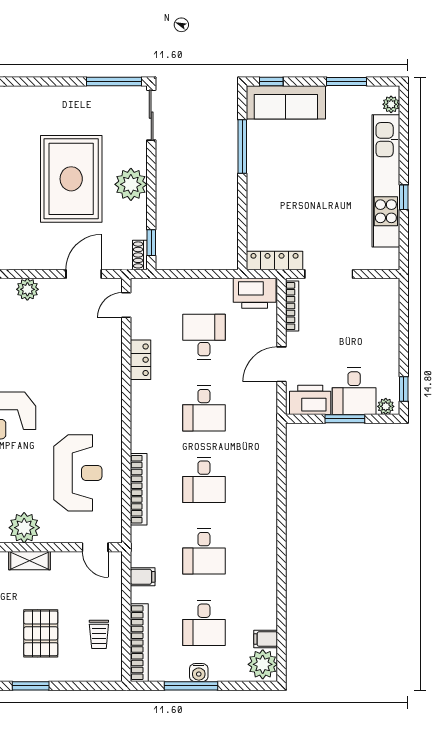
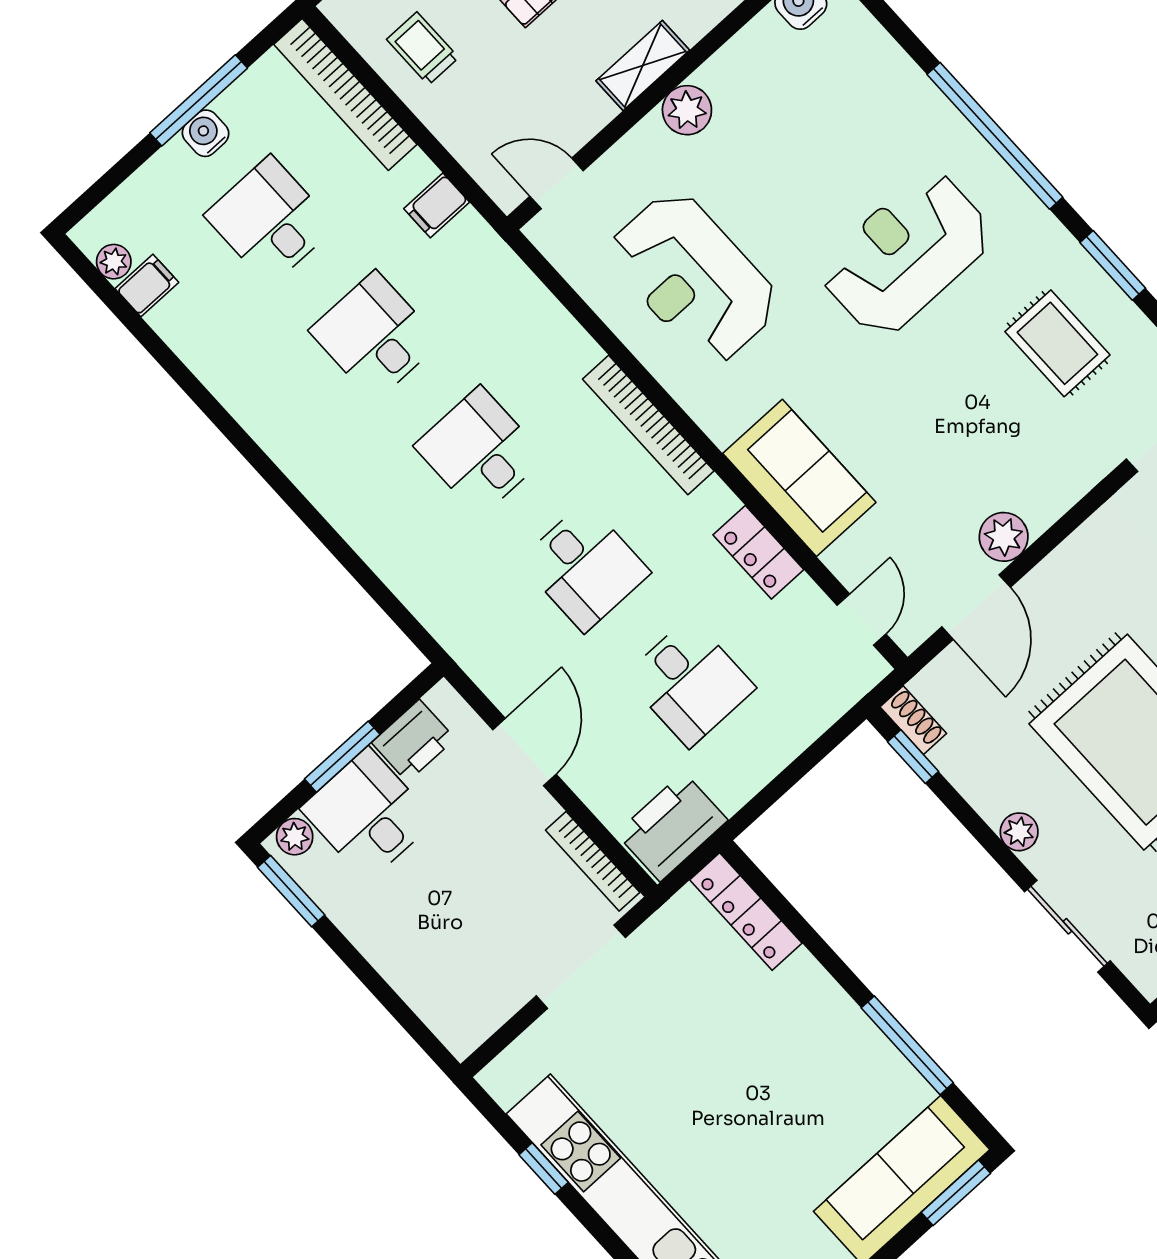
window: (271, 81) -> (956, 1193), width x1.50
sliding door: (151, 115) -> (1067, 926), moved
plant: (131, 184) -> (1019, 832), width x0.53, depth x0.53
window: (404, 197) -> (544, 1169), moved
locker: (274, 261) -> (746, 911), moved, turned 90
plant: (27, 289) -> (1004, 537), moved
sofa: (104, 372) -> (799, 478), added
window: (404, 389) -> (291, 891), width x1.50
printer: (310, 400) -> (413, 741), width x0.73, depth x0.84
desk: (204, 408) -> (585, 567), turned 180
bookcase: (139, 489) -> (648, 425), moved
plant: (24, 528) -> (687, 110), width x0.73, depth x0.73
plant: (263, 664) -> (114, 262), width x0.53, depth x0.53

